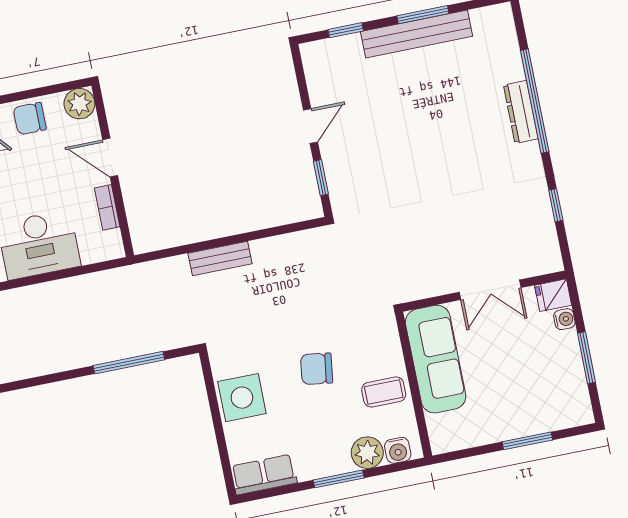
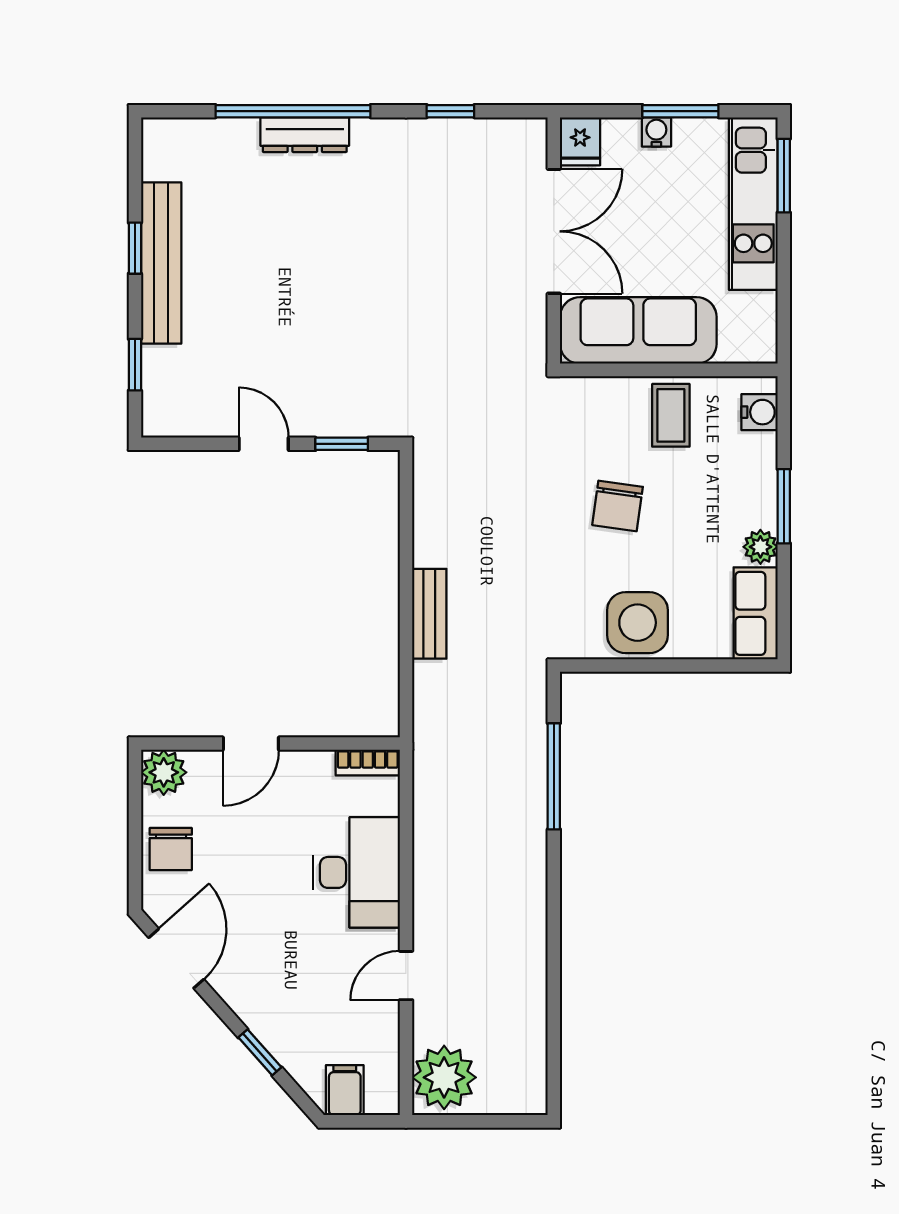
window: (423, 15) -> (135, 248), width x0.67
bookcase: (107, 207) -> (368, 763), moved
double door: (490, 290) -> (554, 231), width x1.37
water cooler: (564, 319) -> (656, 132), moved
kitchen unit: (535, 418) -> (753, 204), added
window: (527, 441) -> (784, 176), moved
plant: (367, 453) -> (760, 547), moved, width x0.73, depth x0.73

